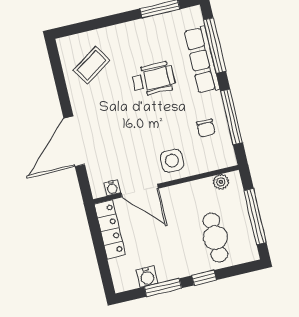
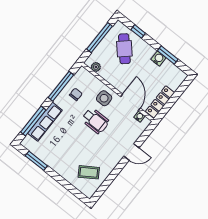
wheelchair: (154, 79) -> (95, 121), moved, turned 180
door: (74, 141) -> (131, 152), width x0.53
cafe table: (215, 238) -> (124, 49), turned -42
water cooler: (147, 277) -> (158, 59), moved
window: (204, 278) -> (138, 31), moved

